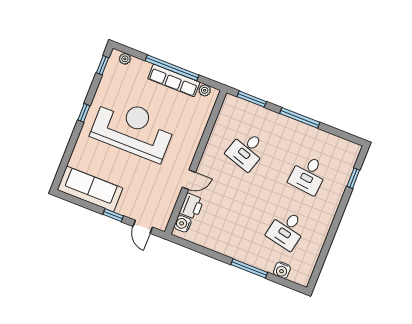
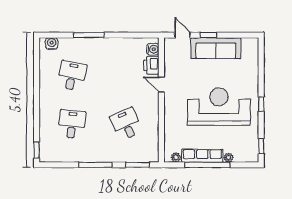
plant: (125, 59) -> (229, 158), moved
reception desk: (133, 129) -> (219, 107), turned 180
desk: (247, 150) -> (126, 124), turned -42
window: (353, 178) -> (37, 150), moved
door: (189, 180) -> (161, 85), hinge flipped
sofa: (90, 189) -> (216, 48), moved
water cooler: (282, 270) -> (52, 44), moved

